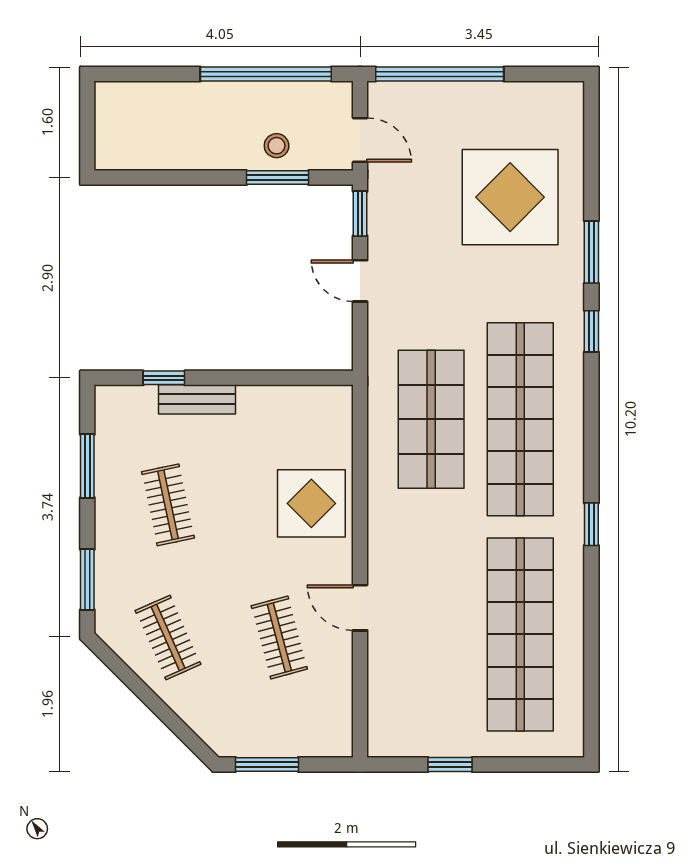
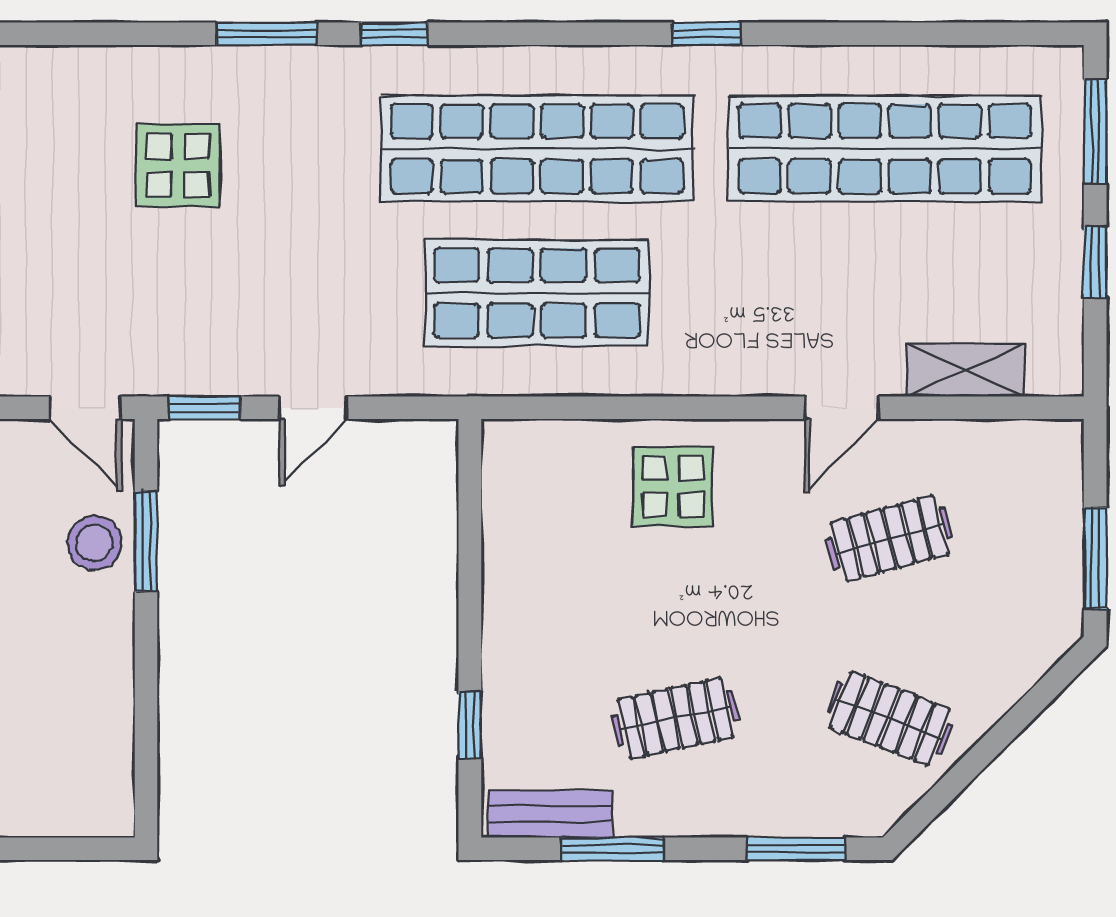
door: (360, 140) -> (85, 408), swing flipped
stool: (277, 146) -> (94, 543), width x1.37, depth x1.37
display table: (510, 197) -> (178, 165), width x0.54, depth x0.54
bench: (197, 399) -> (550, 814), moved, turned 90
display table: (311, 503) -> (673, 486), width x0.73, depth x0.73
clothes rail: (168, 637) -> (890, 718), turned 45
shelving: (383, 684) -> (966, 370), added
window: (531, 764) -> (1095, 131), added

